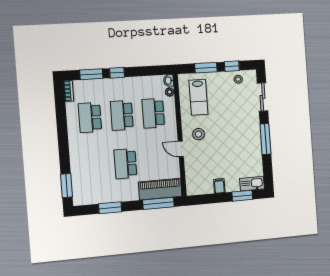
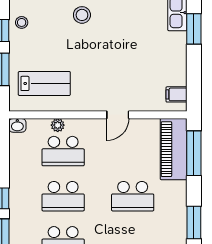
plant: (170, 92) -> (58, 125), moved
stool: (199, 134) -> (82, 15), moved
filing cabinet: (219, 186) -> (177, 94), moved

